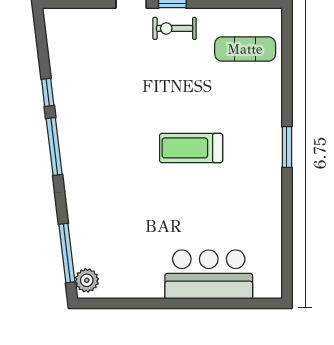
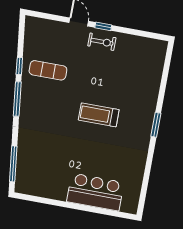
exercise bike: (175, 28) -> (102, 42), turned 180
exercise mat: (245, 49) -> (48, 70), moved
plant: (87, 280) -> (22, 182), removed

